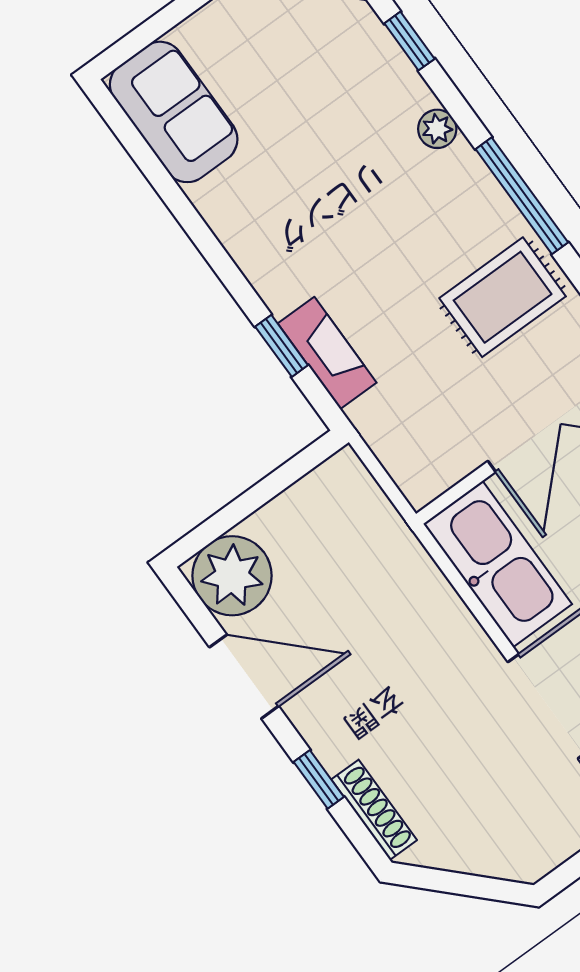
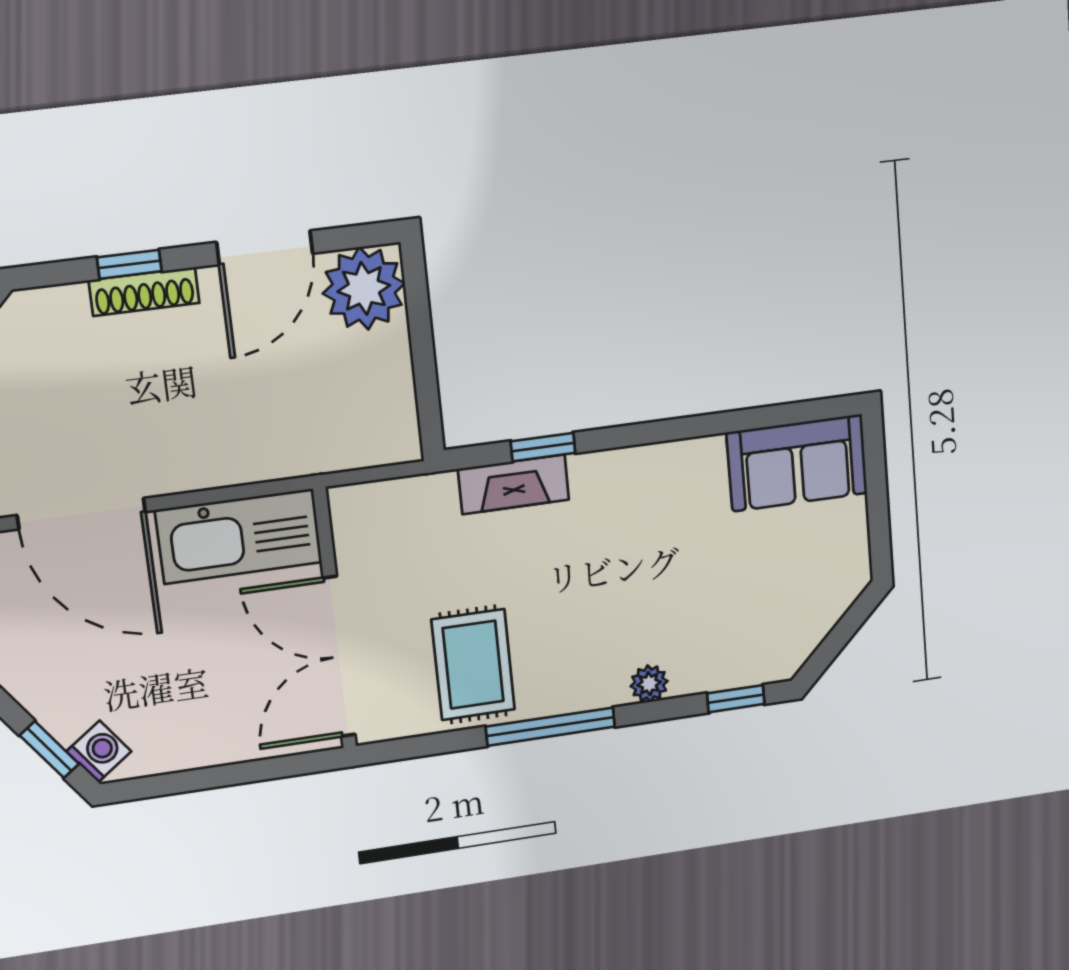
shoe rack: (374, 810) -> (144, 292), moved

